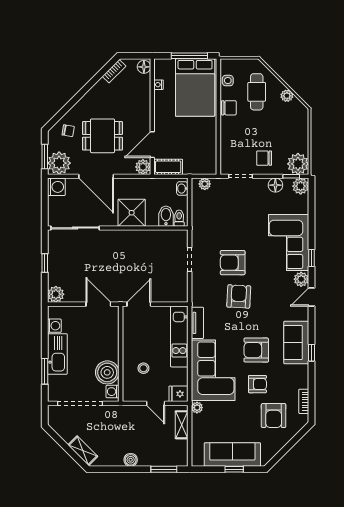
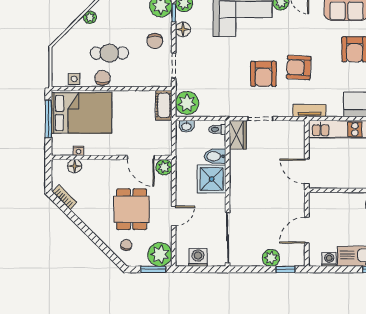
floor lamp: (144, 67) -> (75, 166), moved
cafe table: (257, 92) -> (109, 53), moved
cot: (168, 167) -> (164, 105), moved
door: (96, 176) -> (174, 216), width x0.53
plant: (205, 184) -> (187, 103), width x1.88, depth x1.88
washing machine: (56, 187) -> (198, 257), moved
bidet: (166, 216) -> (215, 156), moved
wardrobe: (174, 238) -> (238, 135), added
window: (45, 263) -> (286, 269), moved
plant: (56, 294) -> (271, 258), moved
door: (98, 304) -> (307, 230), moved
tv unit: (197, 323) -> (309, 111), moved

